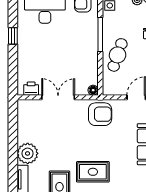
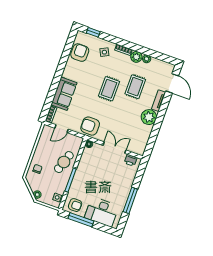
window: (13, 36) -> (130, 200), width x2.17
double door: (58, 97) -> (114, 148), swing flipped
rug: (93, 172) -> (109, 89), turned 90

